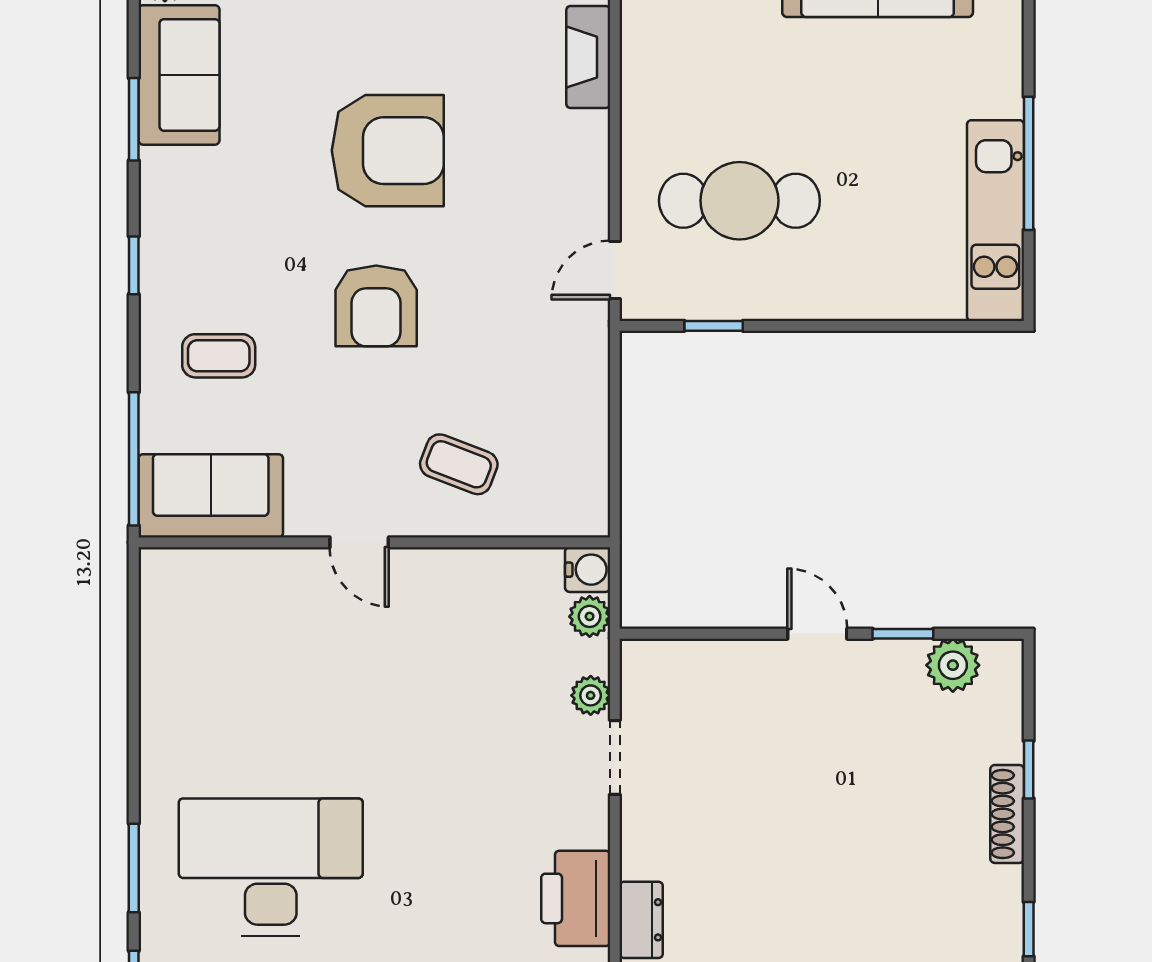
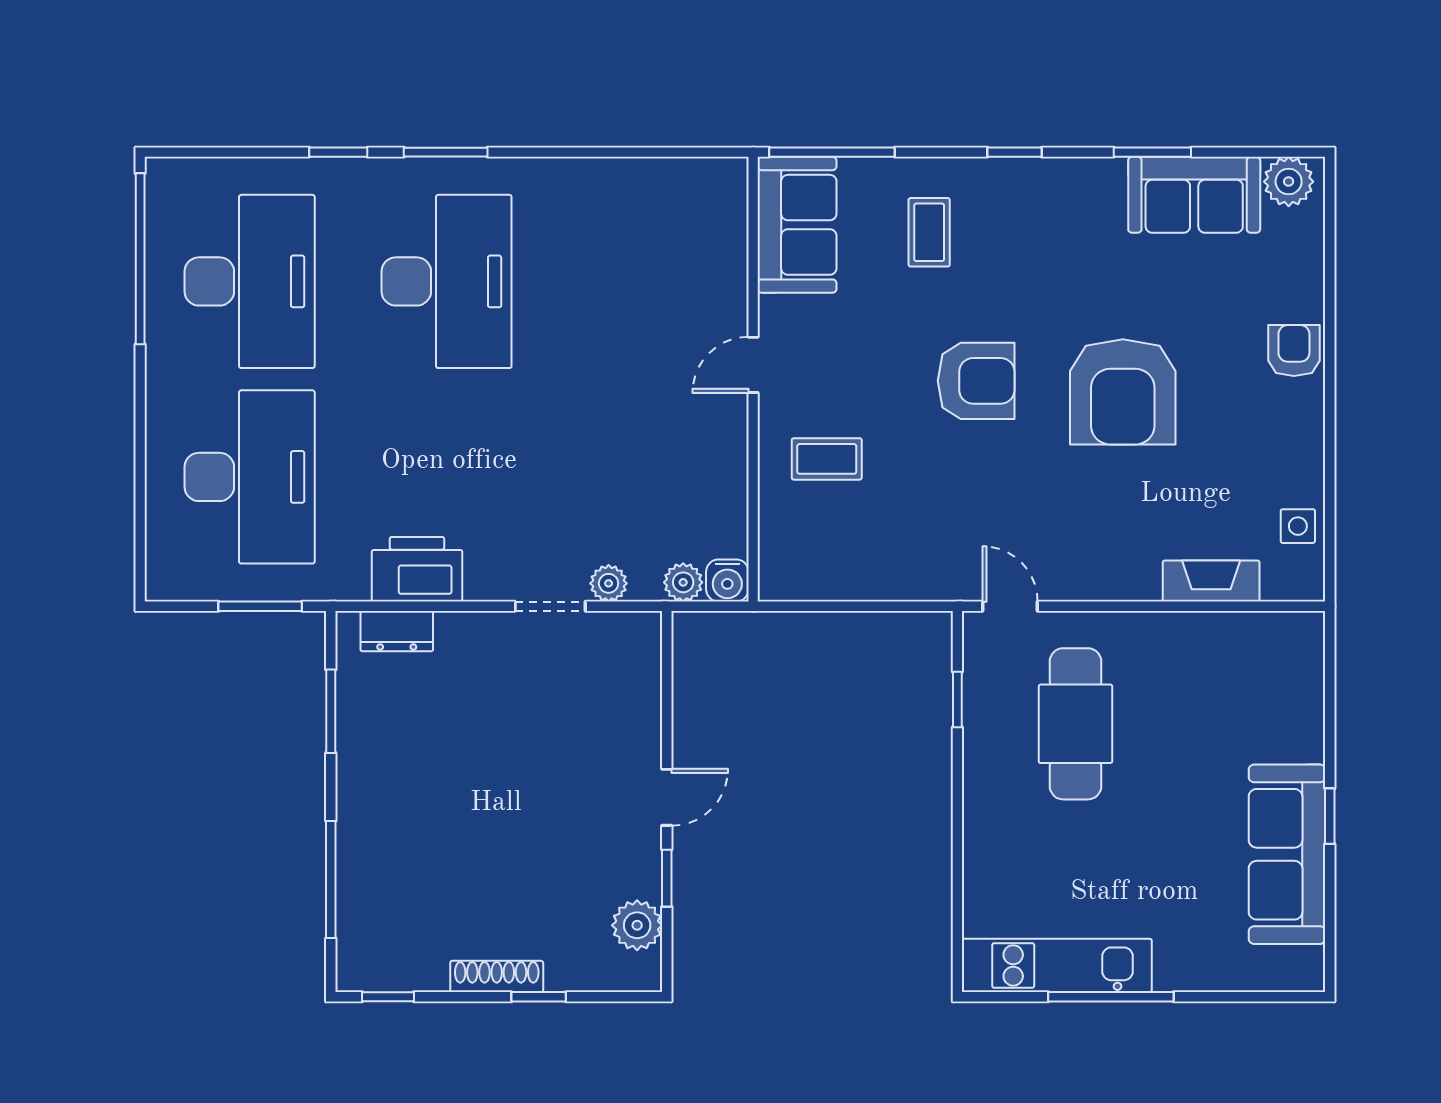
armchair: (376, 306) -> (976, 381), turned 180
coffee table: (459, 464) -> (827, 459), turned 69

